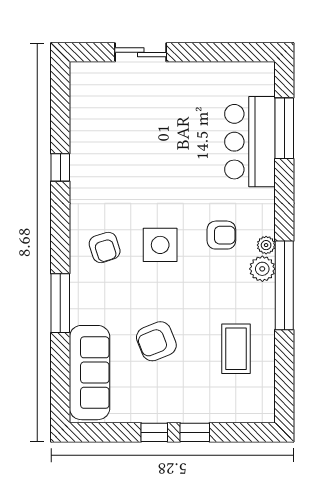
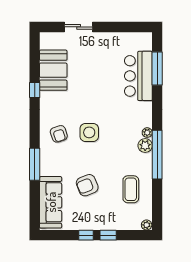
booth: (94, 131) -> (53, 70), added
armchair: (221, 235) -> (123, 127), removed
plant: (265, 414) -> (147, 225), added

